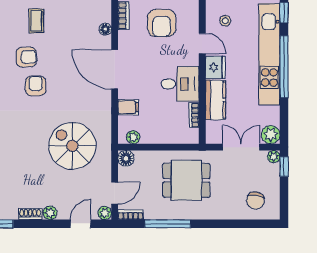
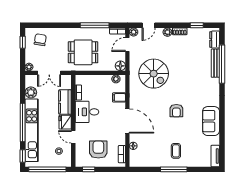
armchair: (26, 57) -> (182, 129), removed
plant: (271, 135) -> (31, 92), moved
window: (284, 167) -> (23, 42), moved

